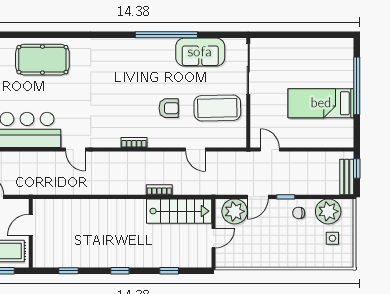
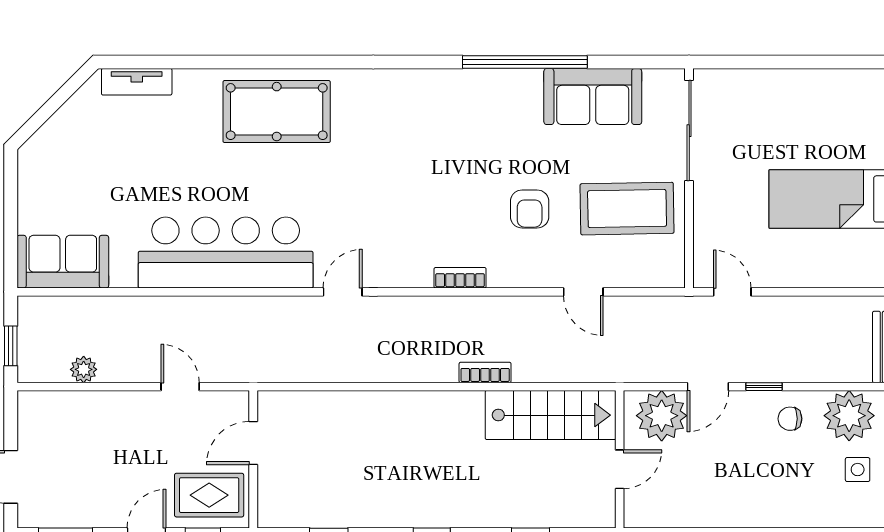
armchair: (169, 108) -> (530, 209), turned 90
door: (75, 150) -> (343, 292), swing flipped
bookcase: (159, 190) -> (485, 372), moved

